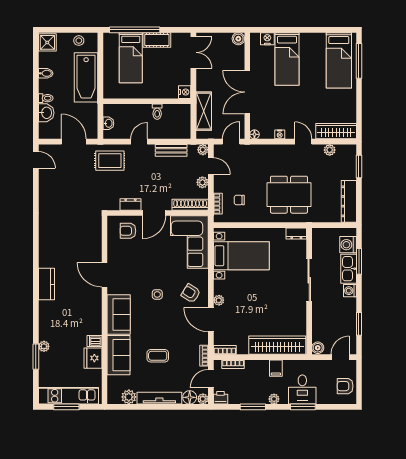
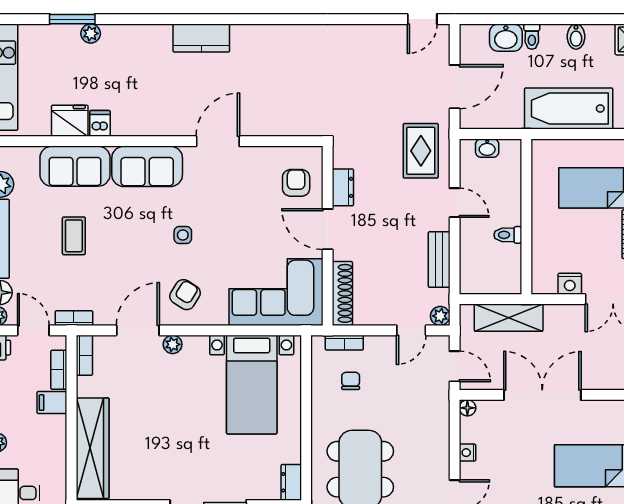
nightstand: (185, 92) -> (570, 284), moved
plant: (202, 182) -> (382, 315), removed
filing cabinet: (276, 368) -> (52, 403), moved

